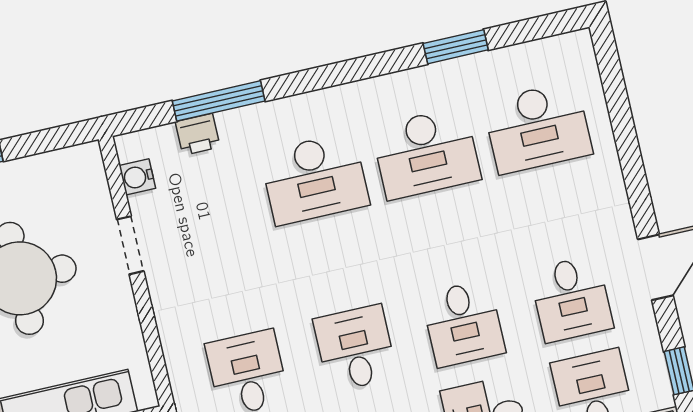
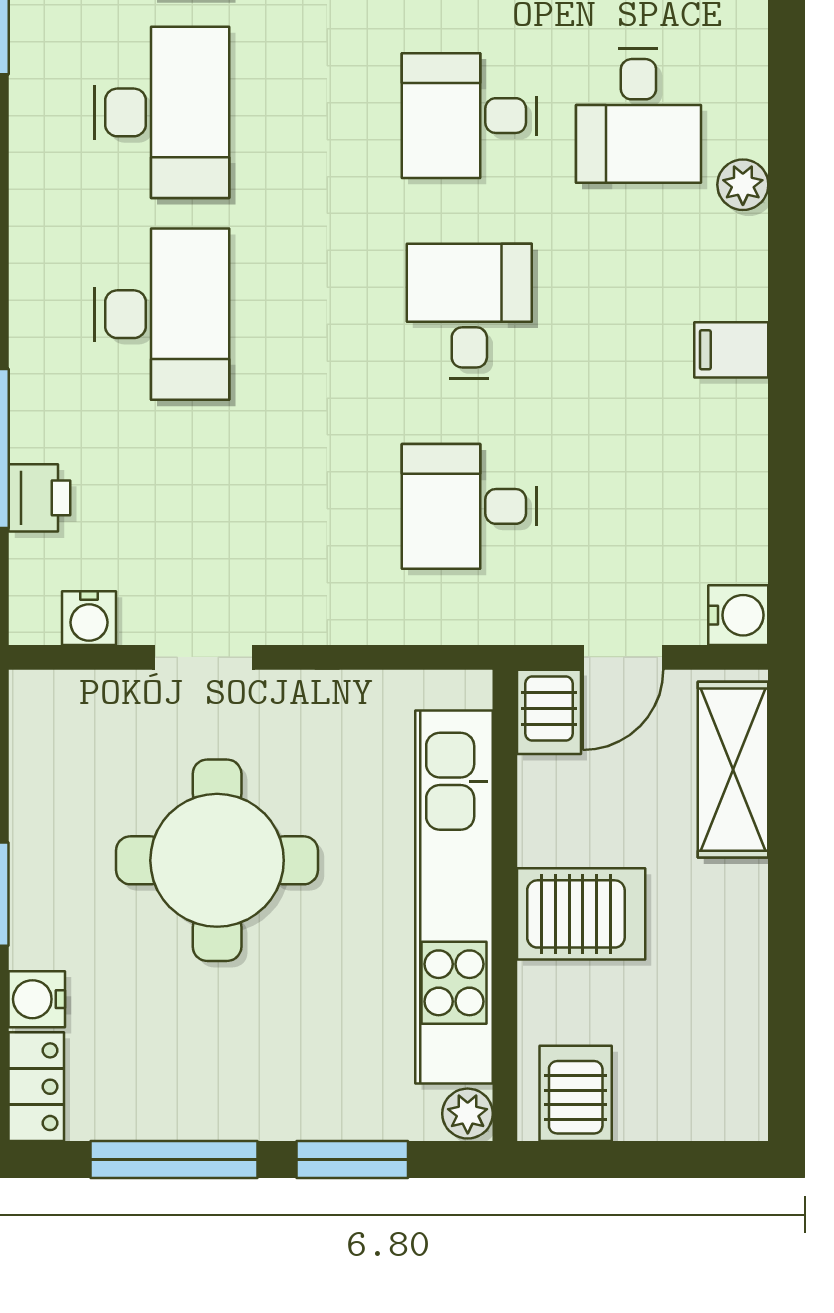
desk: (463, 323) -> (469, 116), turned 180
desk: (355, 348) -> (469, 311), turned 90

